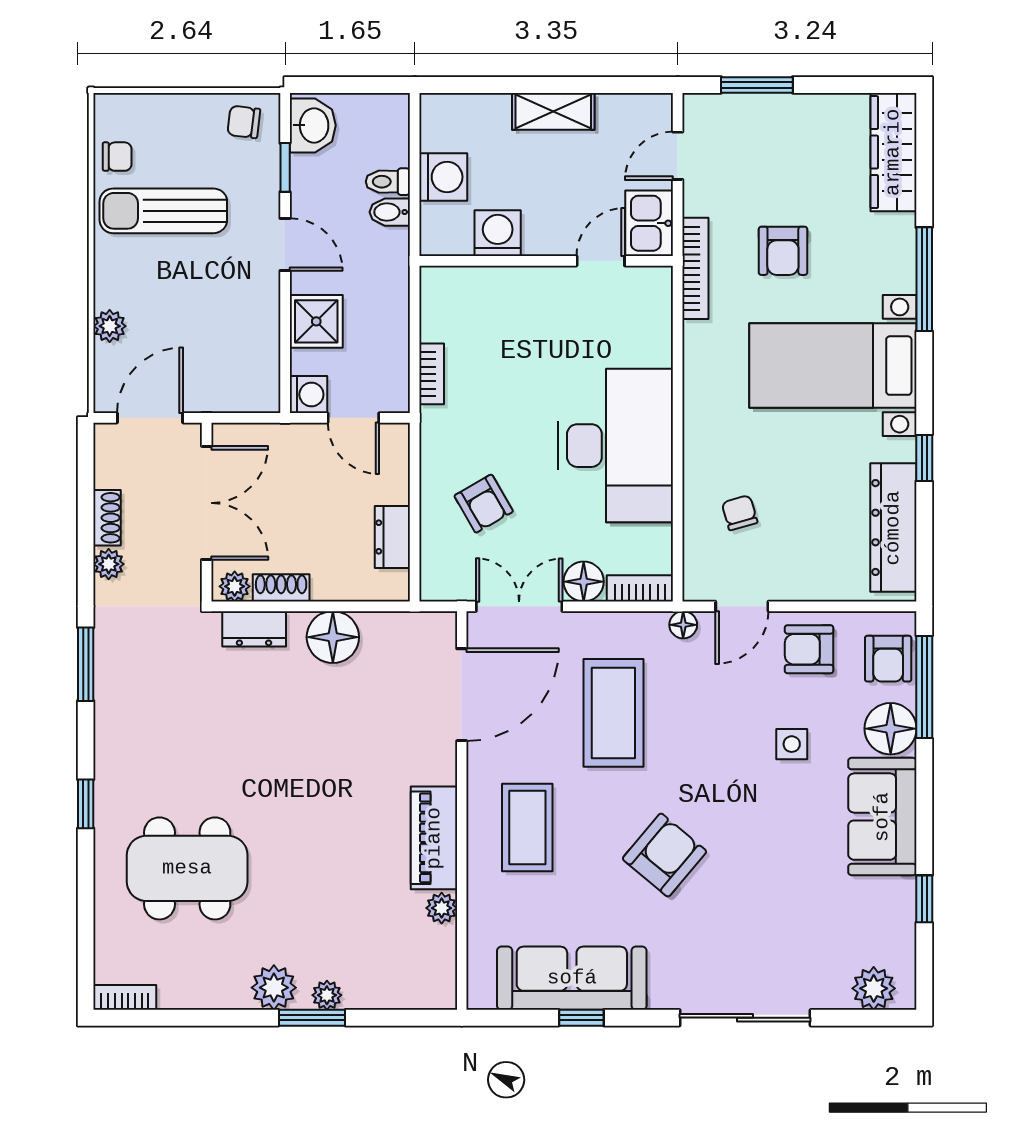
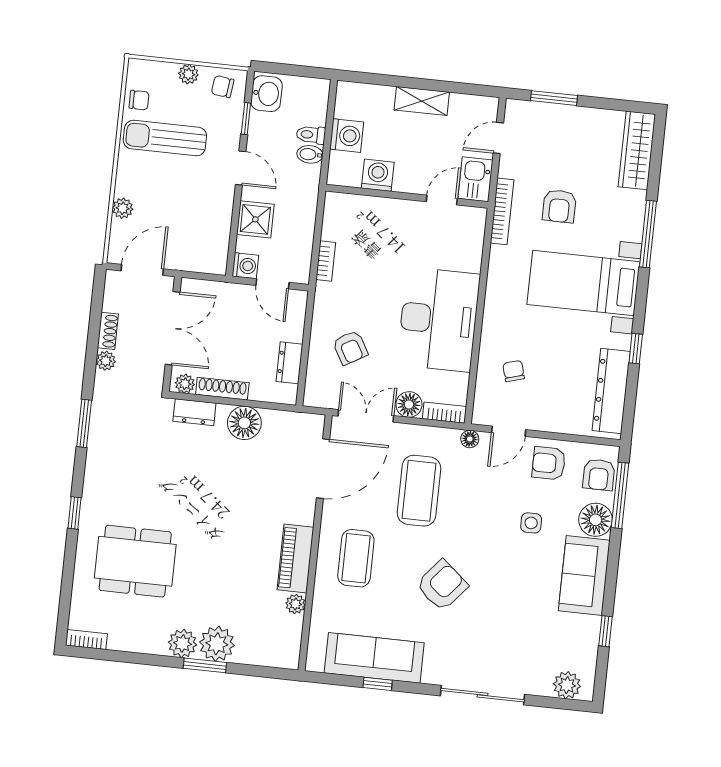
plant: (189, 108) -> (188, 74), added
shoe rack: (281, 588) -> (222, 389), width x1.43
plant: (327, 995) -> (217, 644), width x1.87, depth x1.87

